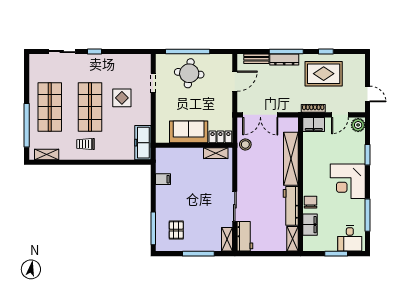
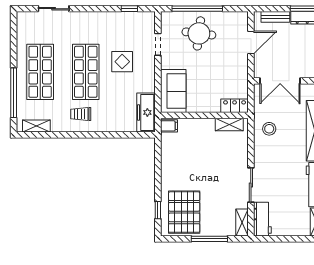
window: (94, 52) -> (129, 9), moved
sofa: (189, 132) -> (173, 91), moved, turned 90
stool: (245, 144) -> (269, 129), moved
filing cabinet: (163, 179) -> (169, 126), moved
window: (153, 228) -> (158, 210), width x0.46
pallet: (176, 230) -> (184, 212), width x2.05, depth x2.00

